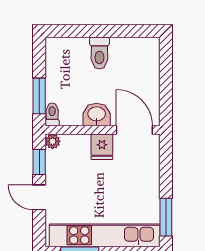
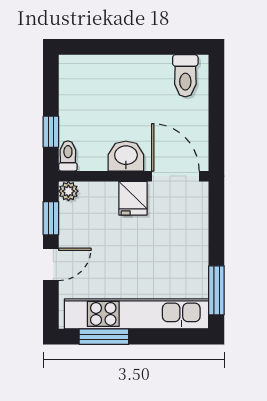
toilet: (99, 53) -> (185, 76), moved
window: (39, 96) -> (51, 132), width x0.67
door: (39, 197) -> (51, 264), swing flipped

